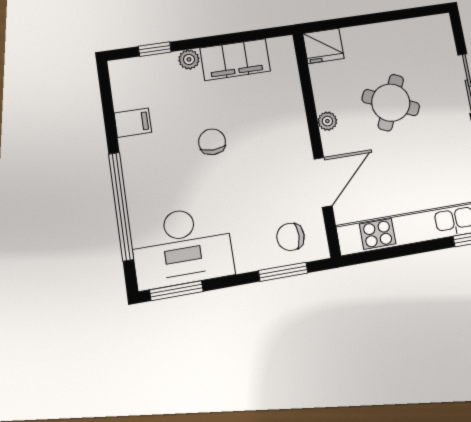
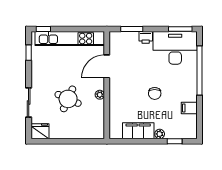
fridge: (323, 46) -> (40, 131), moved
chair: (290, 237) -> (126, 44), removed
printer: (250, 259) -> (146, 37), added

